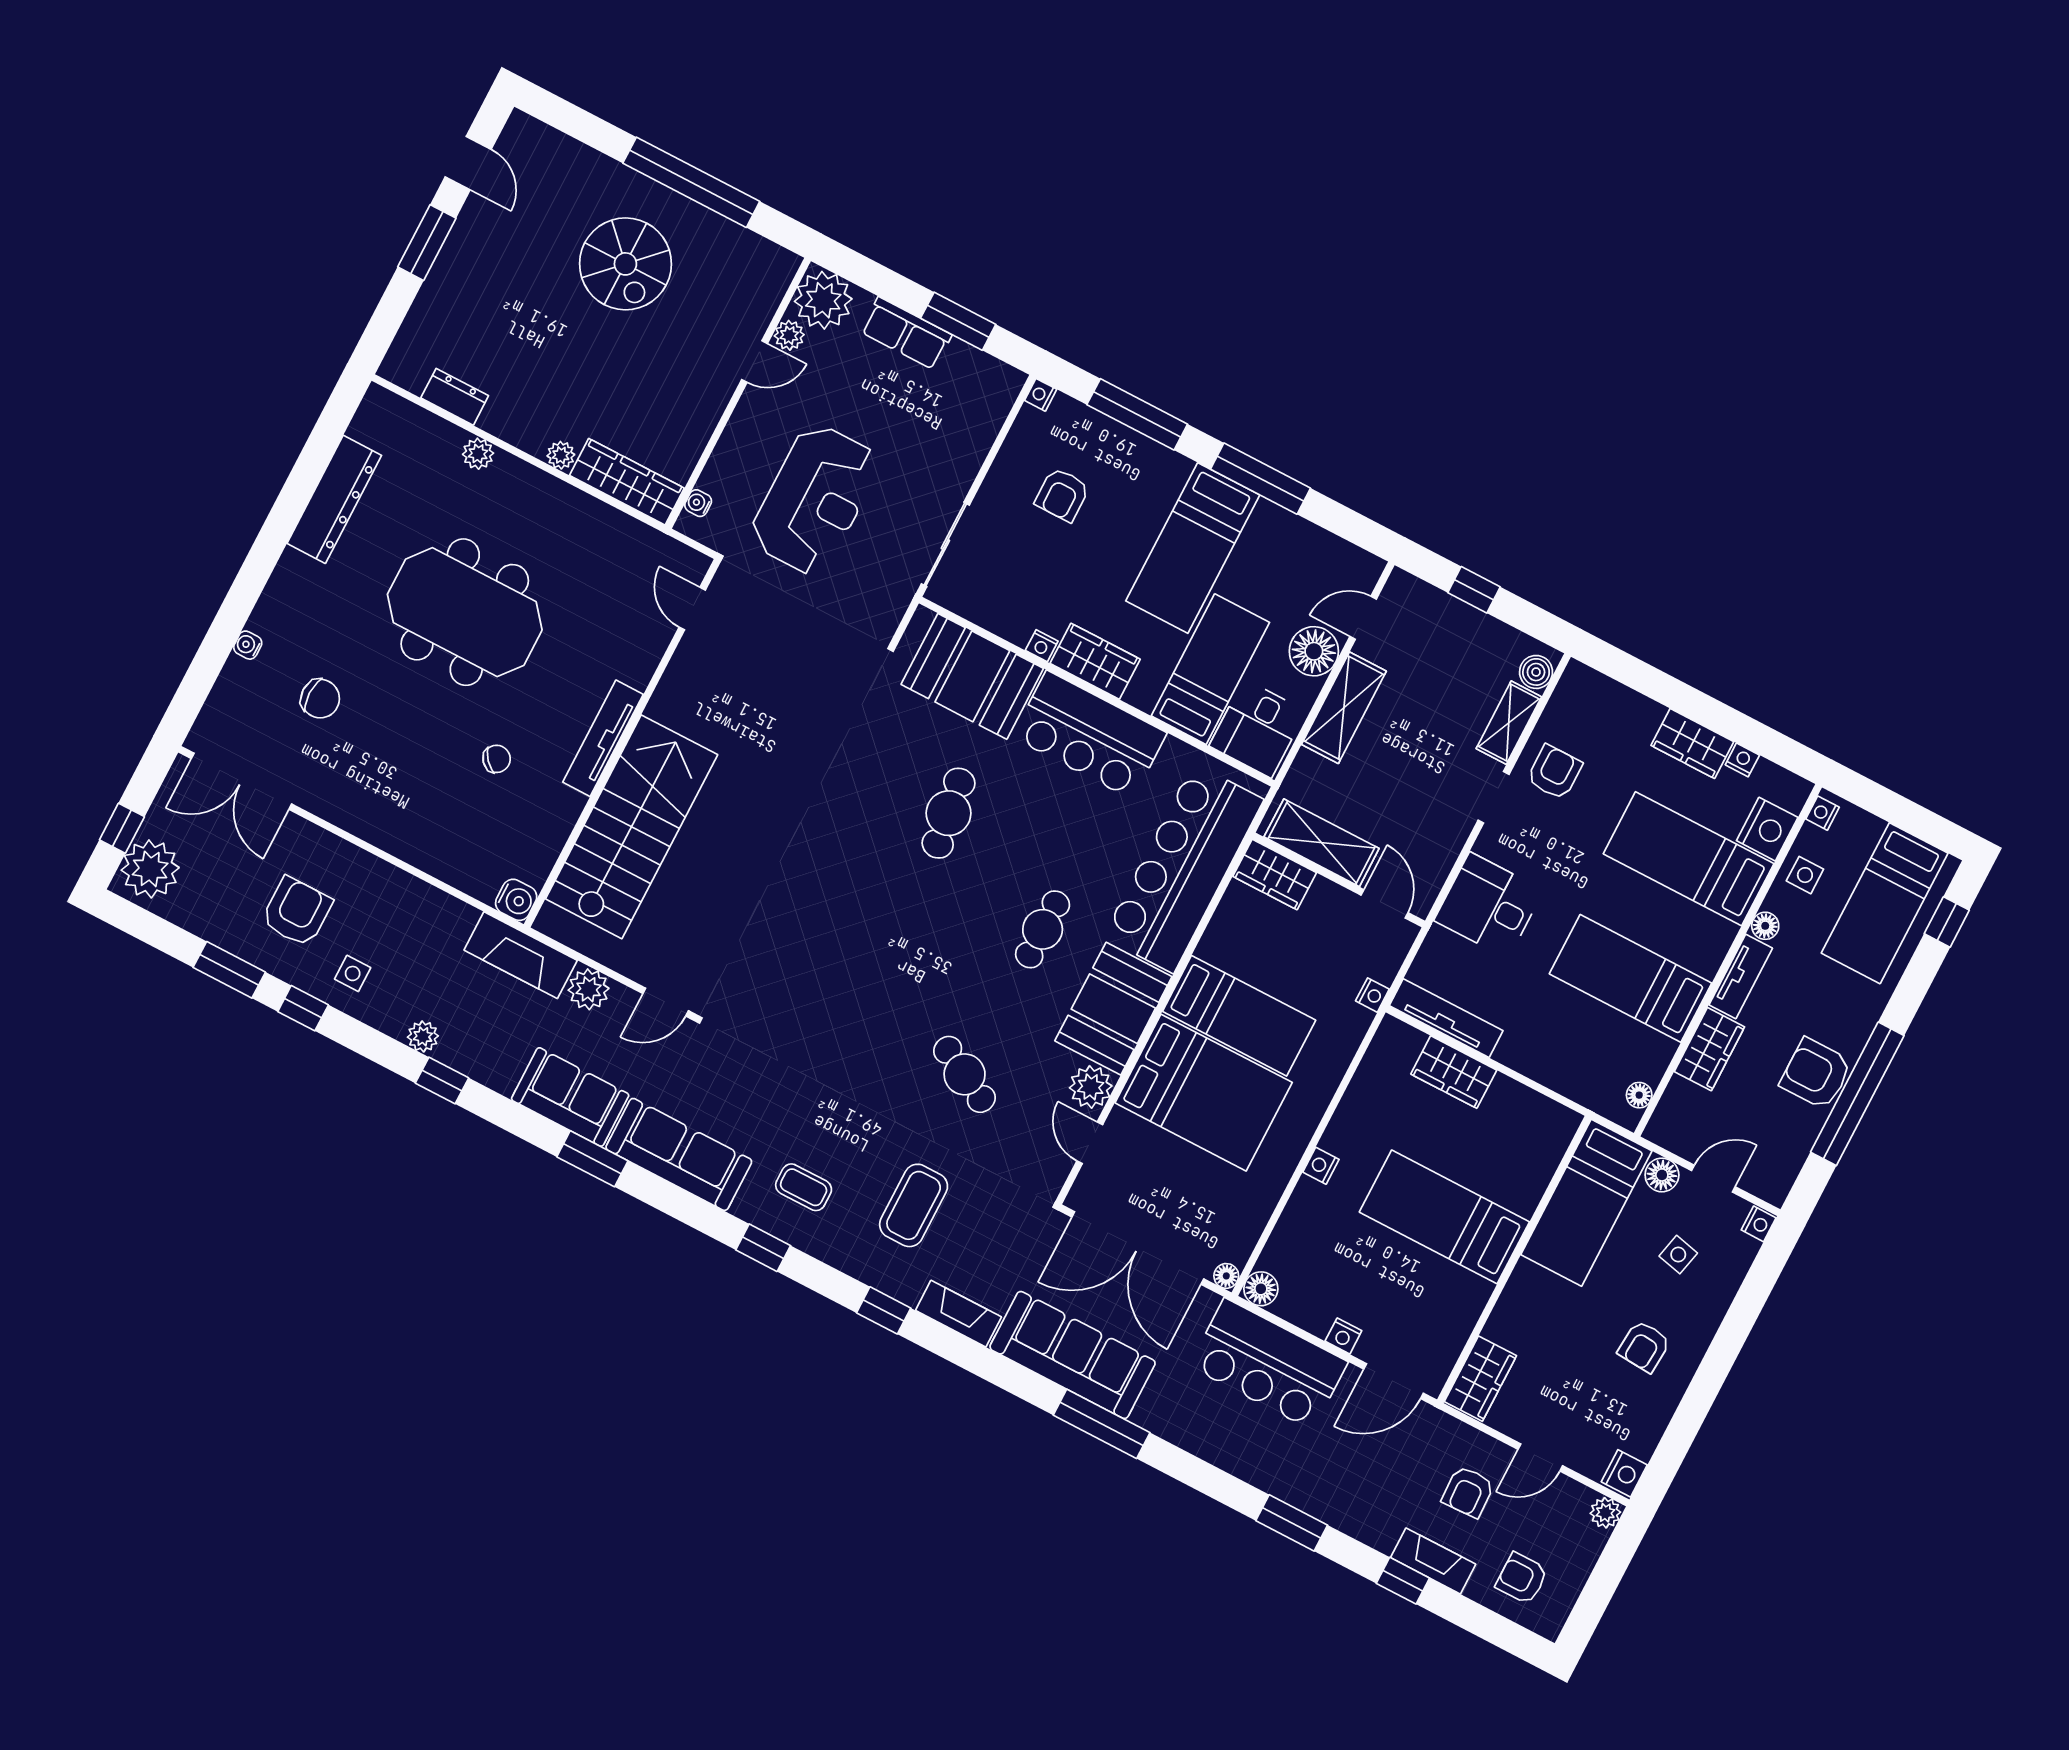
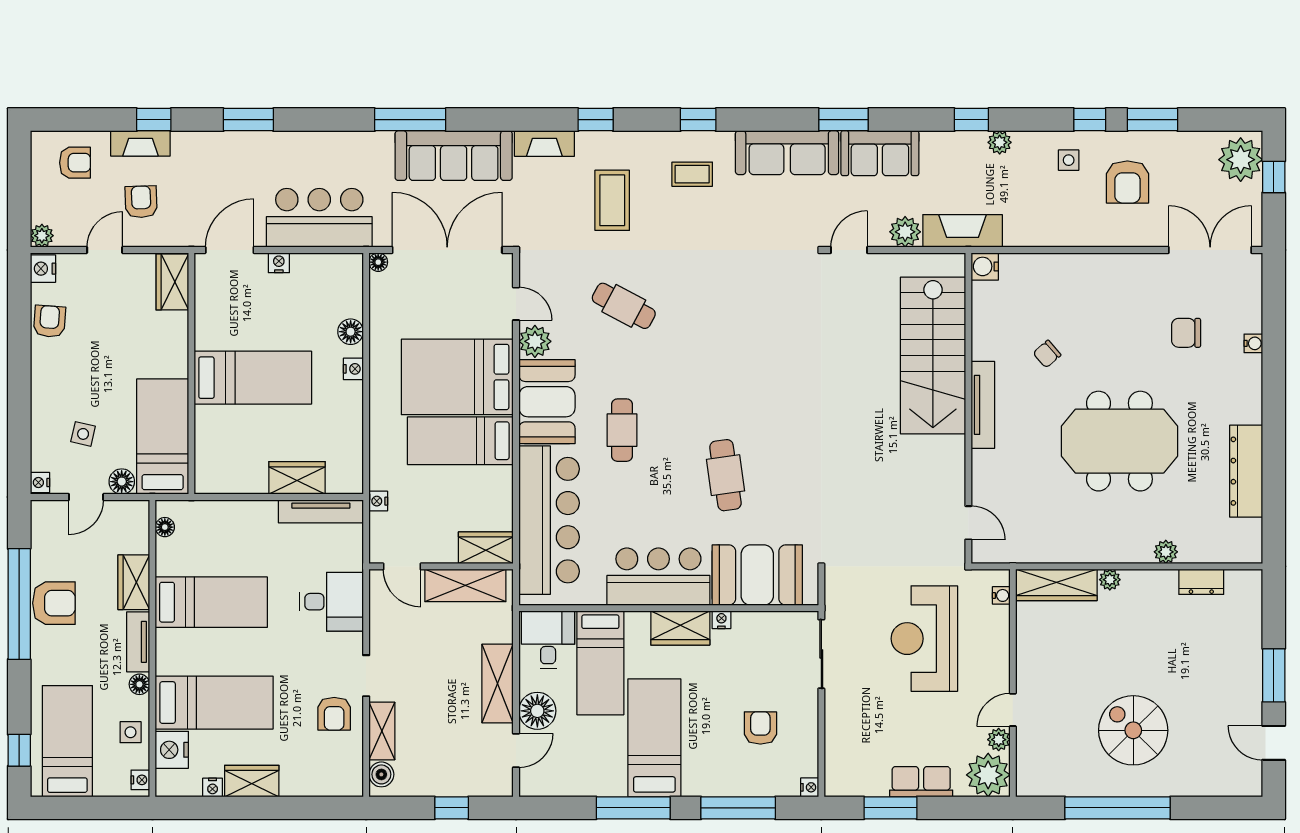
floor lamp: (1261, 1289) -> (351, 332), moved
armchair: (1644, 1346) -> (49, 321), moved

